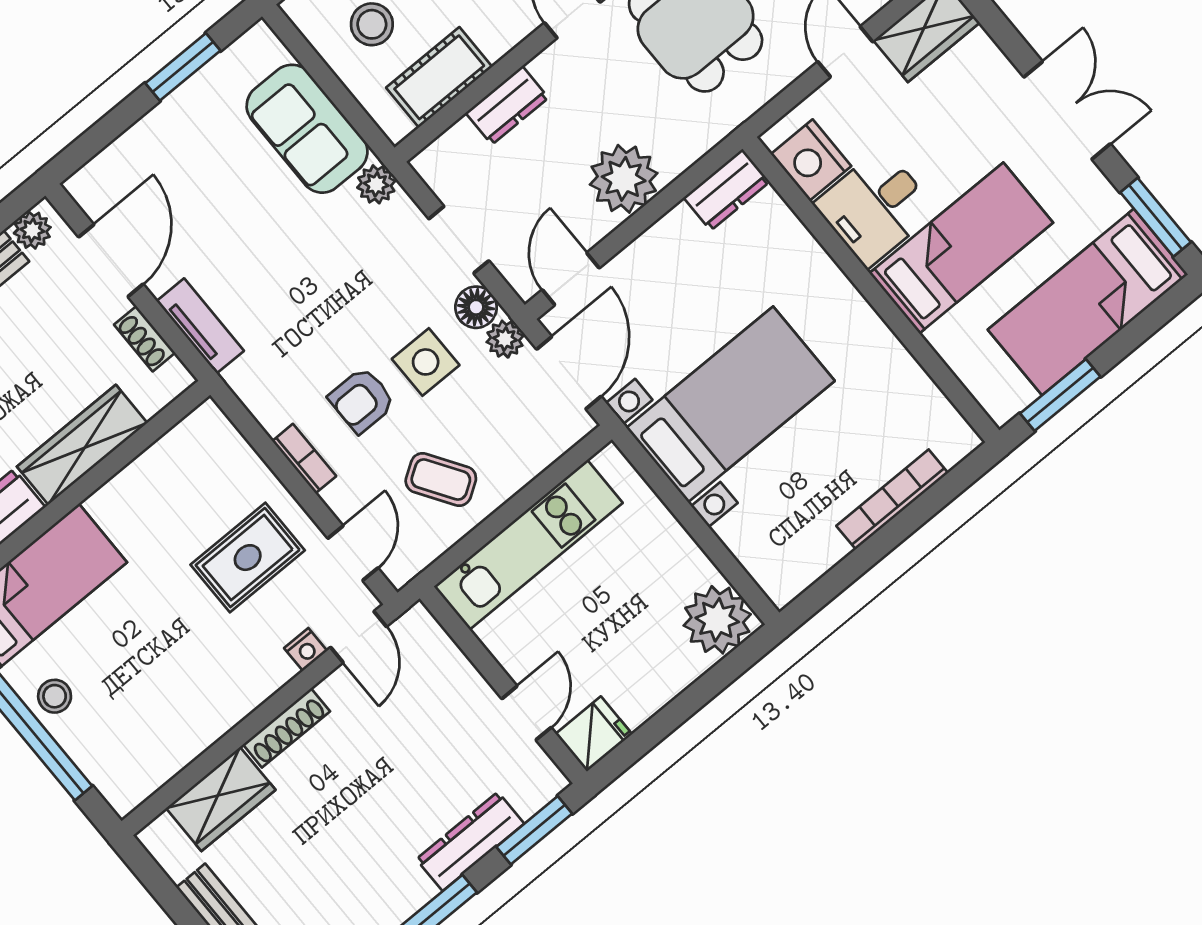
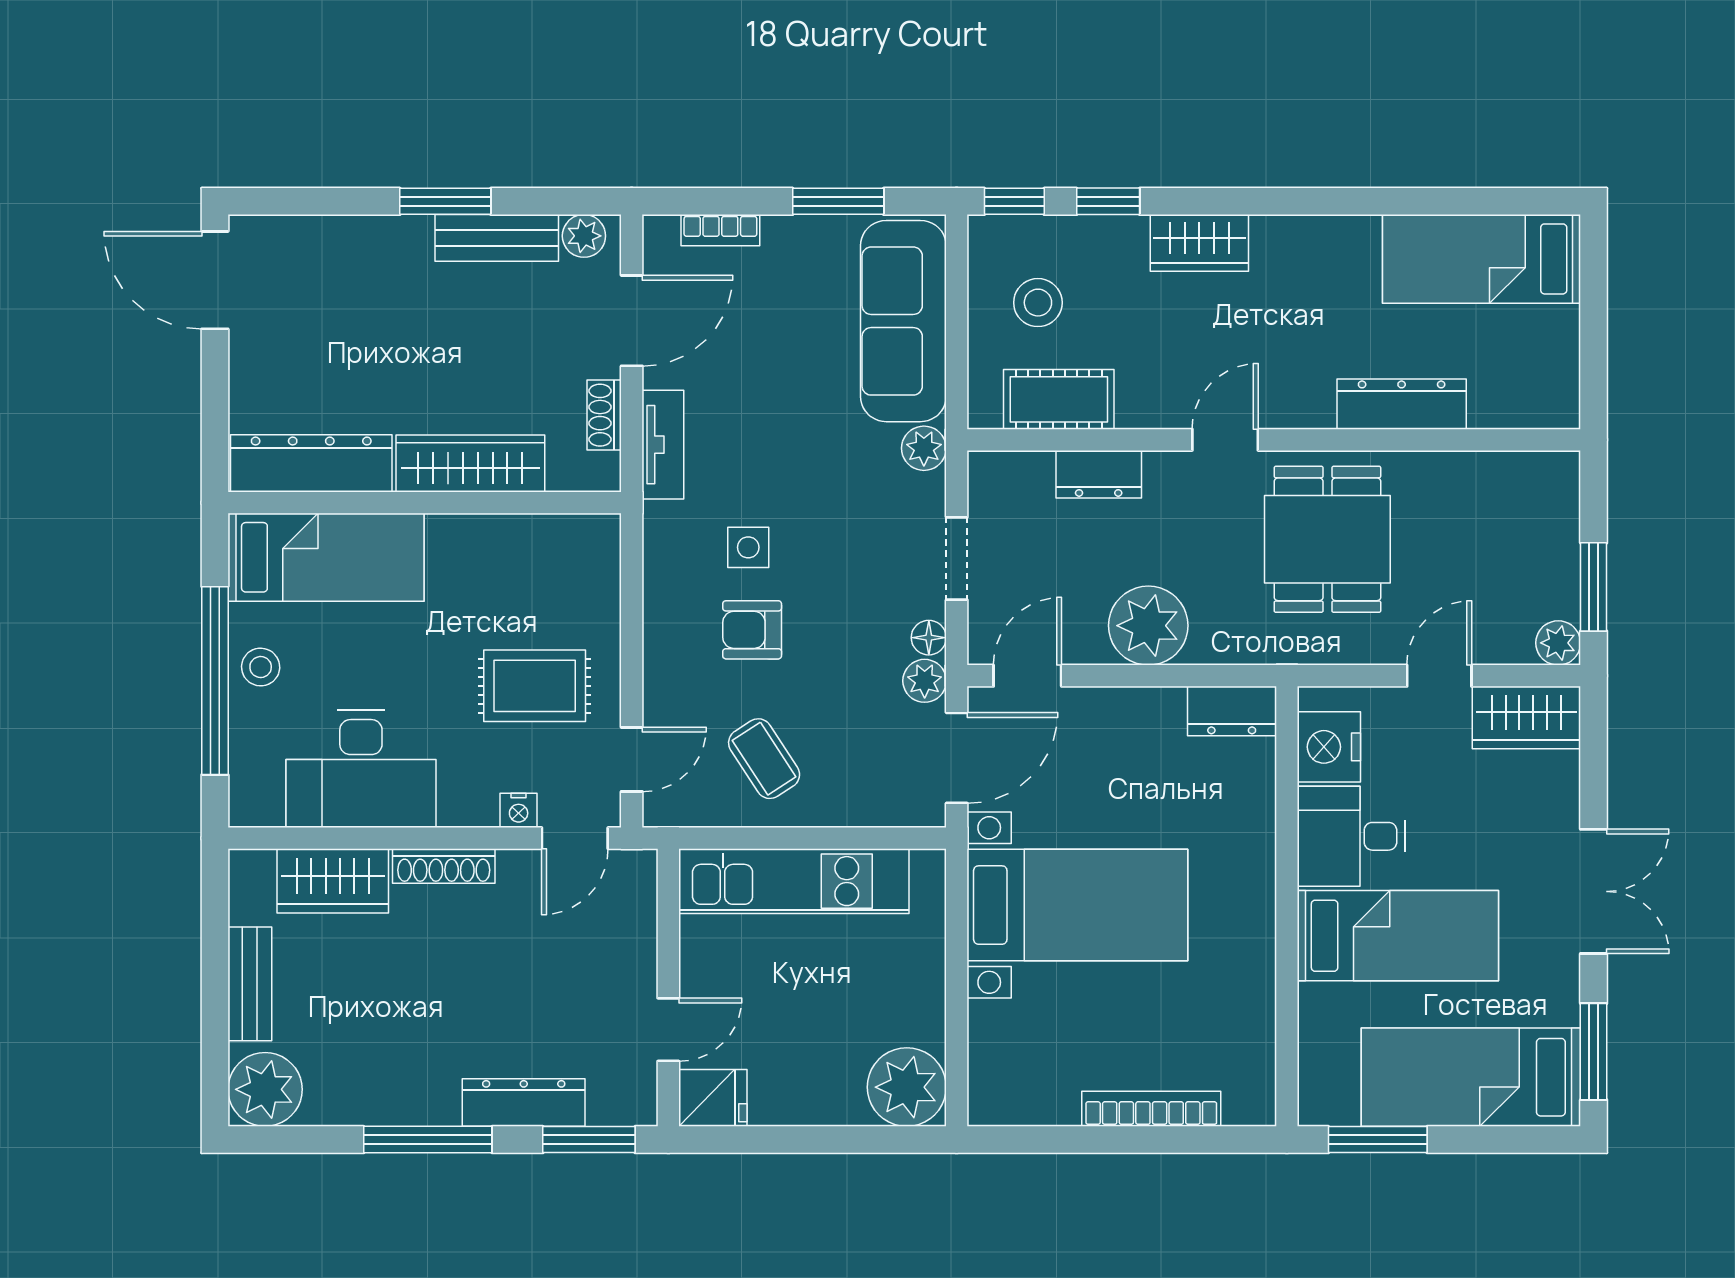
sofa: (307, 129) -> (903, 321), width x1.36
floor lamp: (476, 307) -> (929, 638), width x0.73, depth x0.73
side table: (426, 362) -> (748, 547), moved, width x0.73, depth x0.73
bookcase: (304, 459) -> (720, 230), moved, turned 90
desk: (178, 709) -> (361, 769), added

